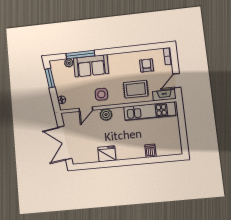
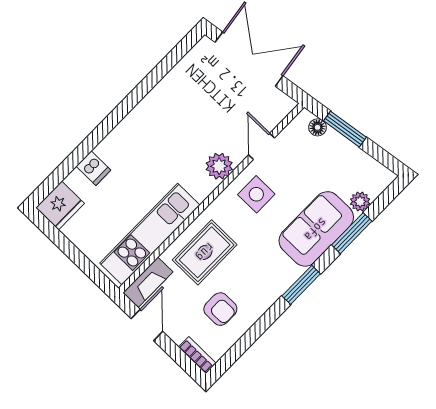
window: (112, 51) -> (301, 285), added
window: (80, 55) -> (352, 233), width x0.69
window: (50, 78) -> (345, 129), moved
fridge: (107, 154) -> (60, 206), moved

